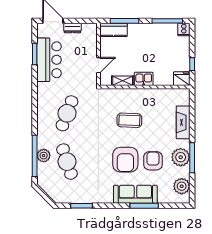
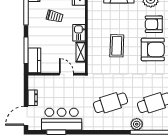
trolley: (162, 52) -> (55, 16), added
cafe table: (67, 113) -> (110, 103), turned -39
plant: (44, 156) -> (137, 124), moved

